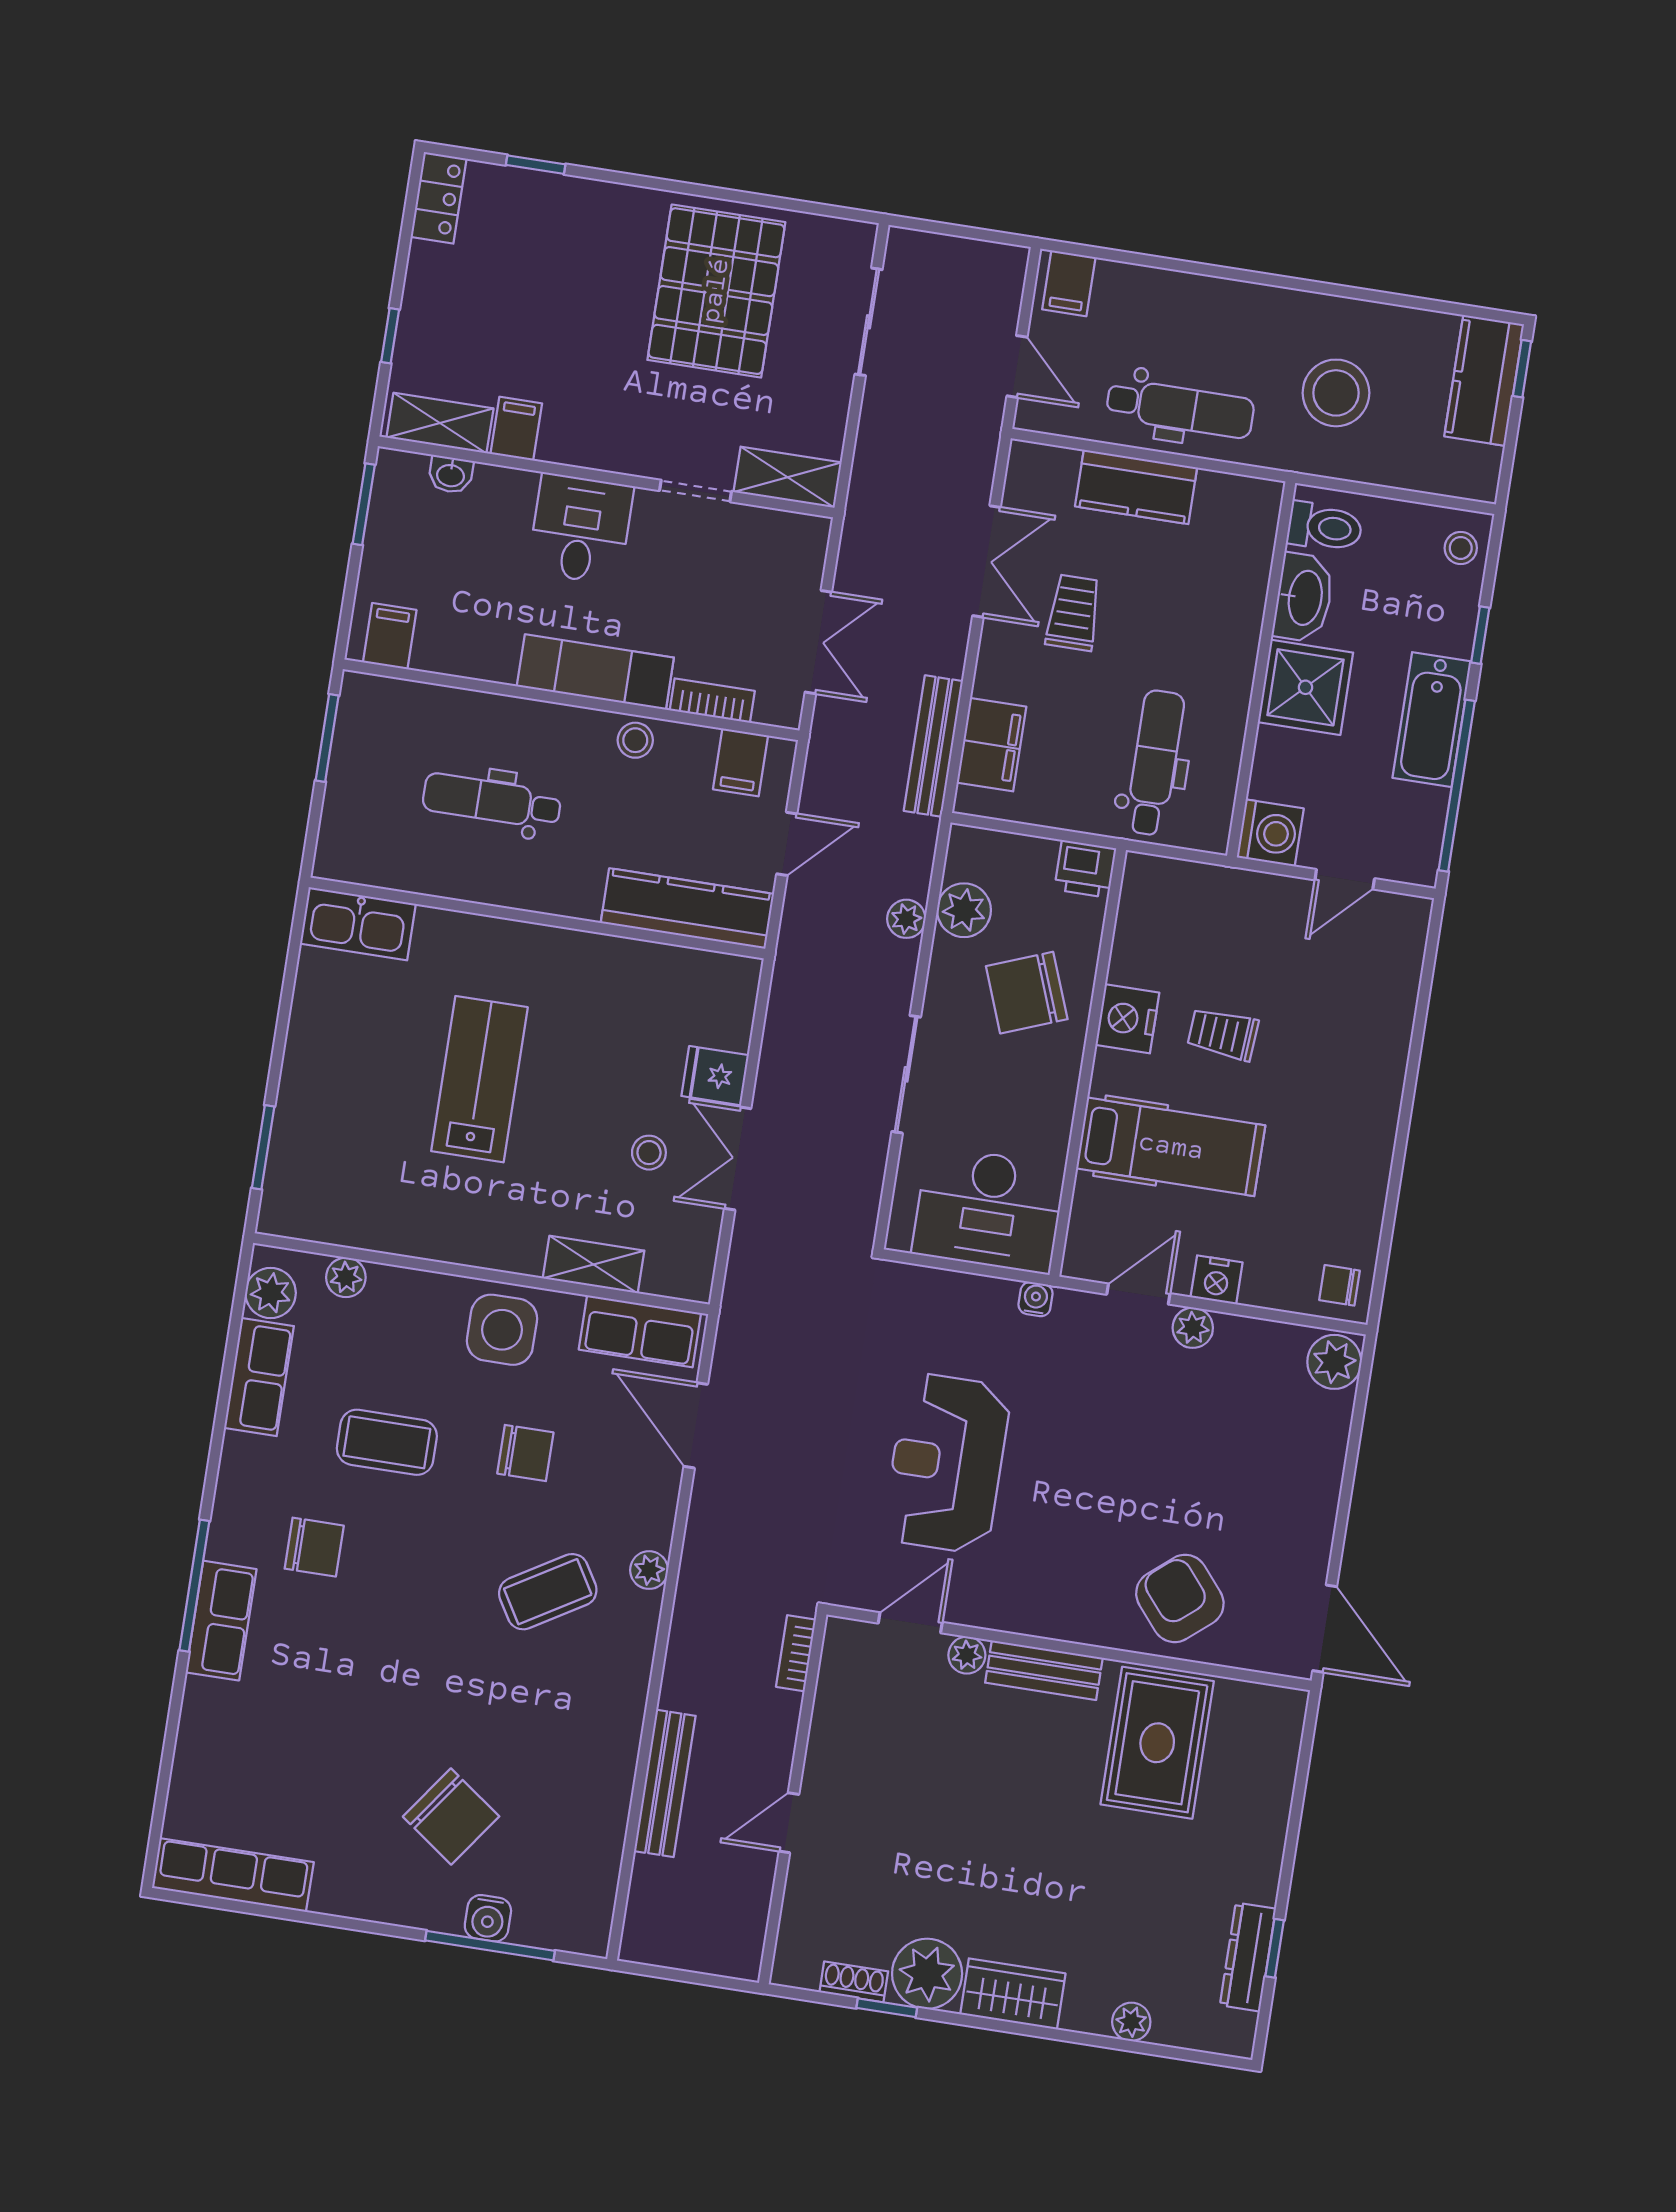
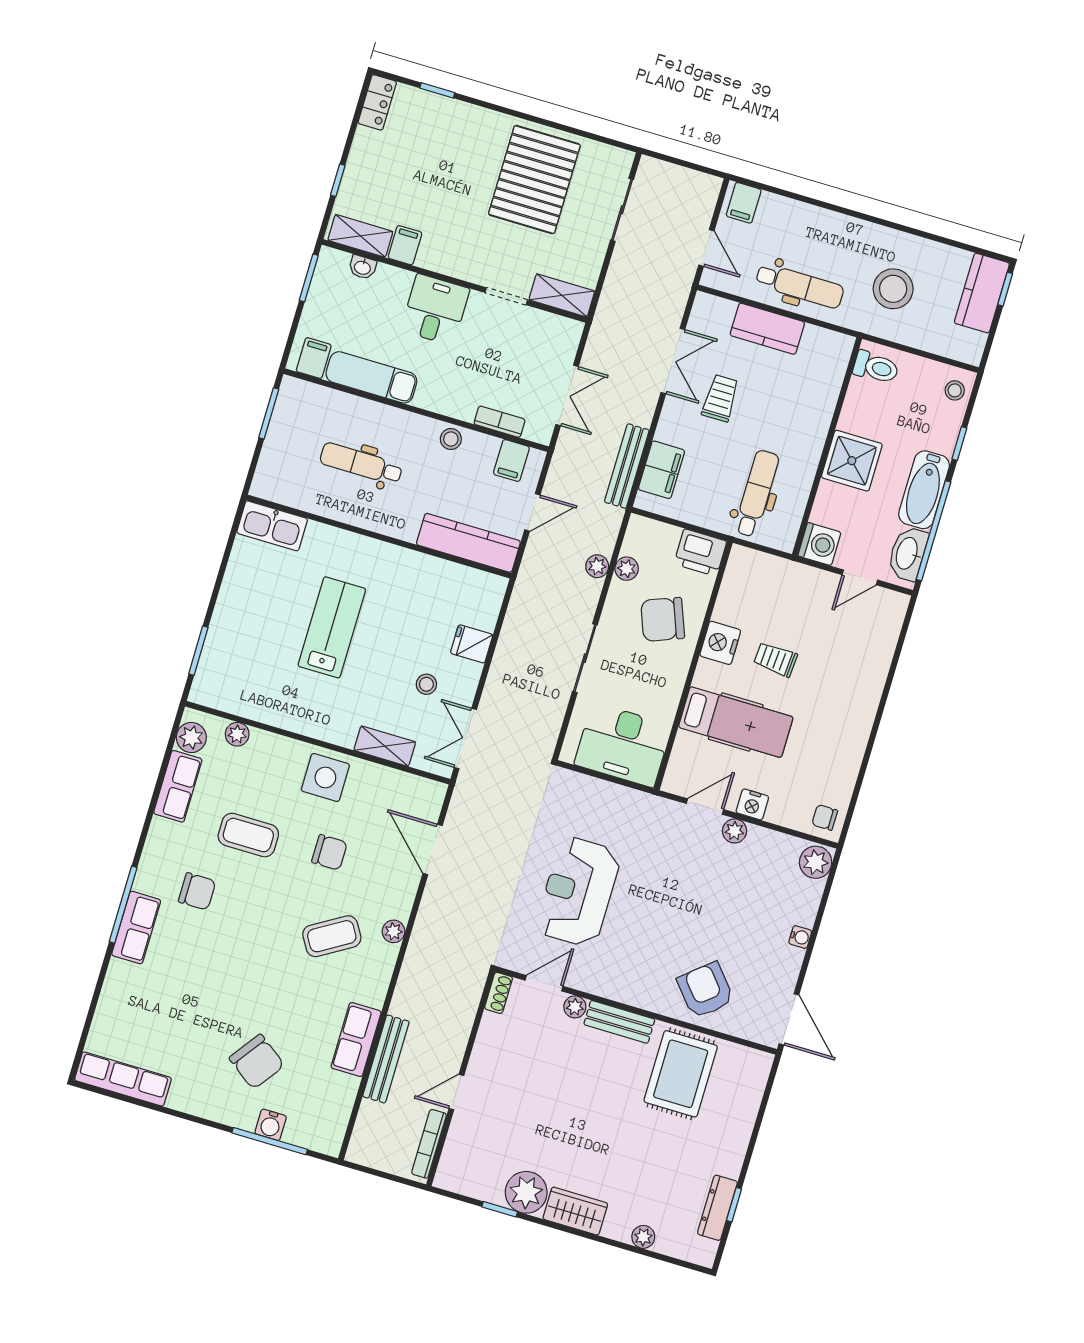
washbasin: (1304, 598) -> (908, 554), moved, turned 180
exam couch: (595, 672) -> (371, 377), moved
printer: (1085, 869) -> (700, 553), width x1.36, depth x1.24
plant: (964, 910) -> (627, 569), width x0.73, depth x0.73
double door: (738, 1158) -> (465, 738), moved
water cooler: (1036, 1299) -> (800, 937), moved, turned 90
row of seats: (640, 1331) -> (356, 1040), moved, turned 90
bookcase: (796, 1653) -> (429, 1144), moved, width x1.56
shoe rack: (854, 1982) -> (499, 993), moved, turned 90

